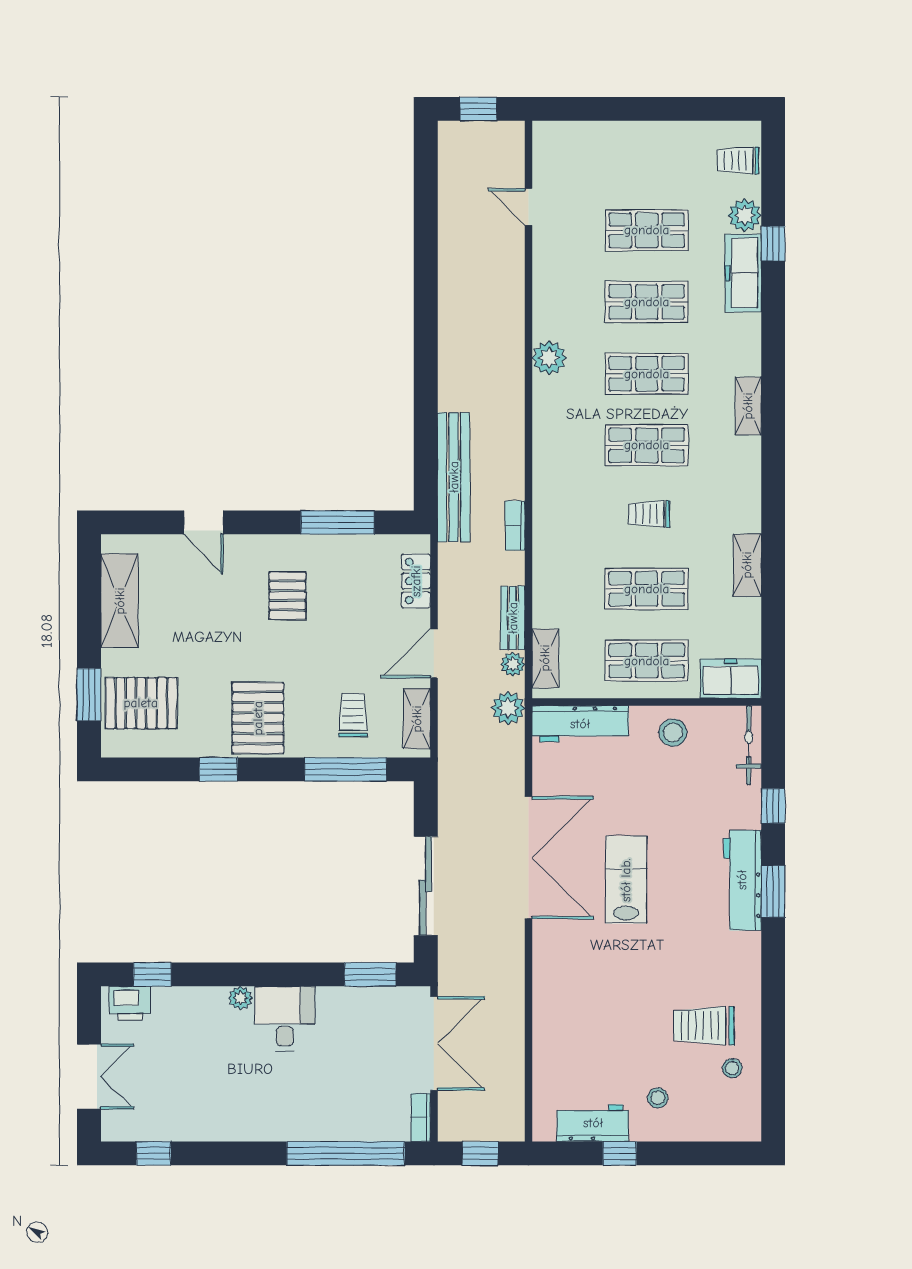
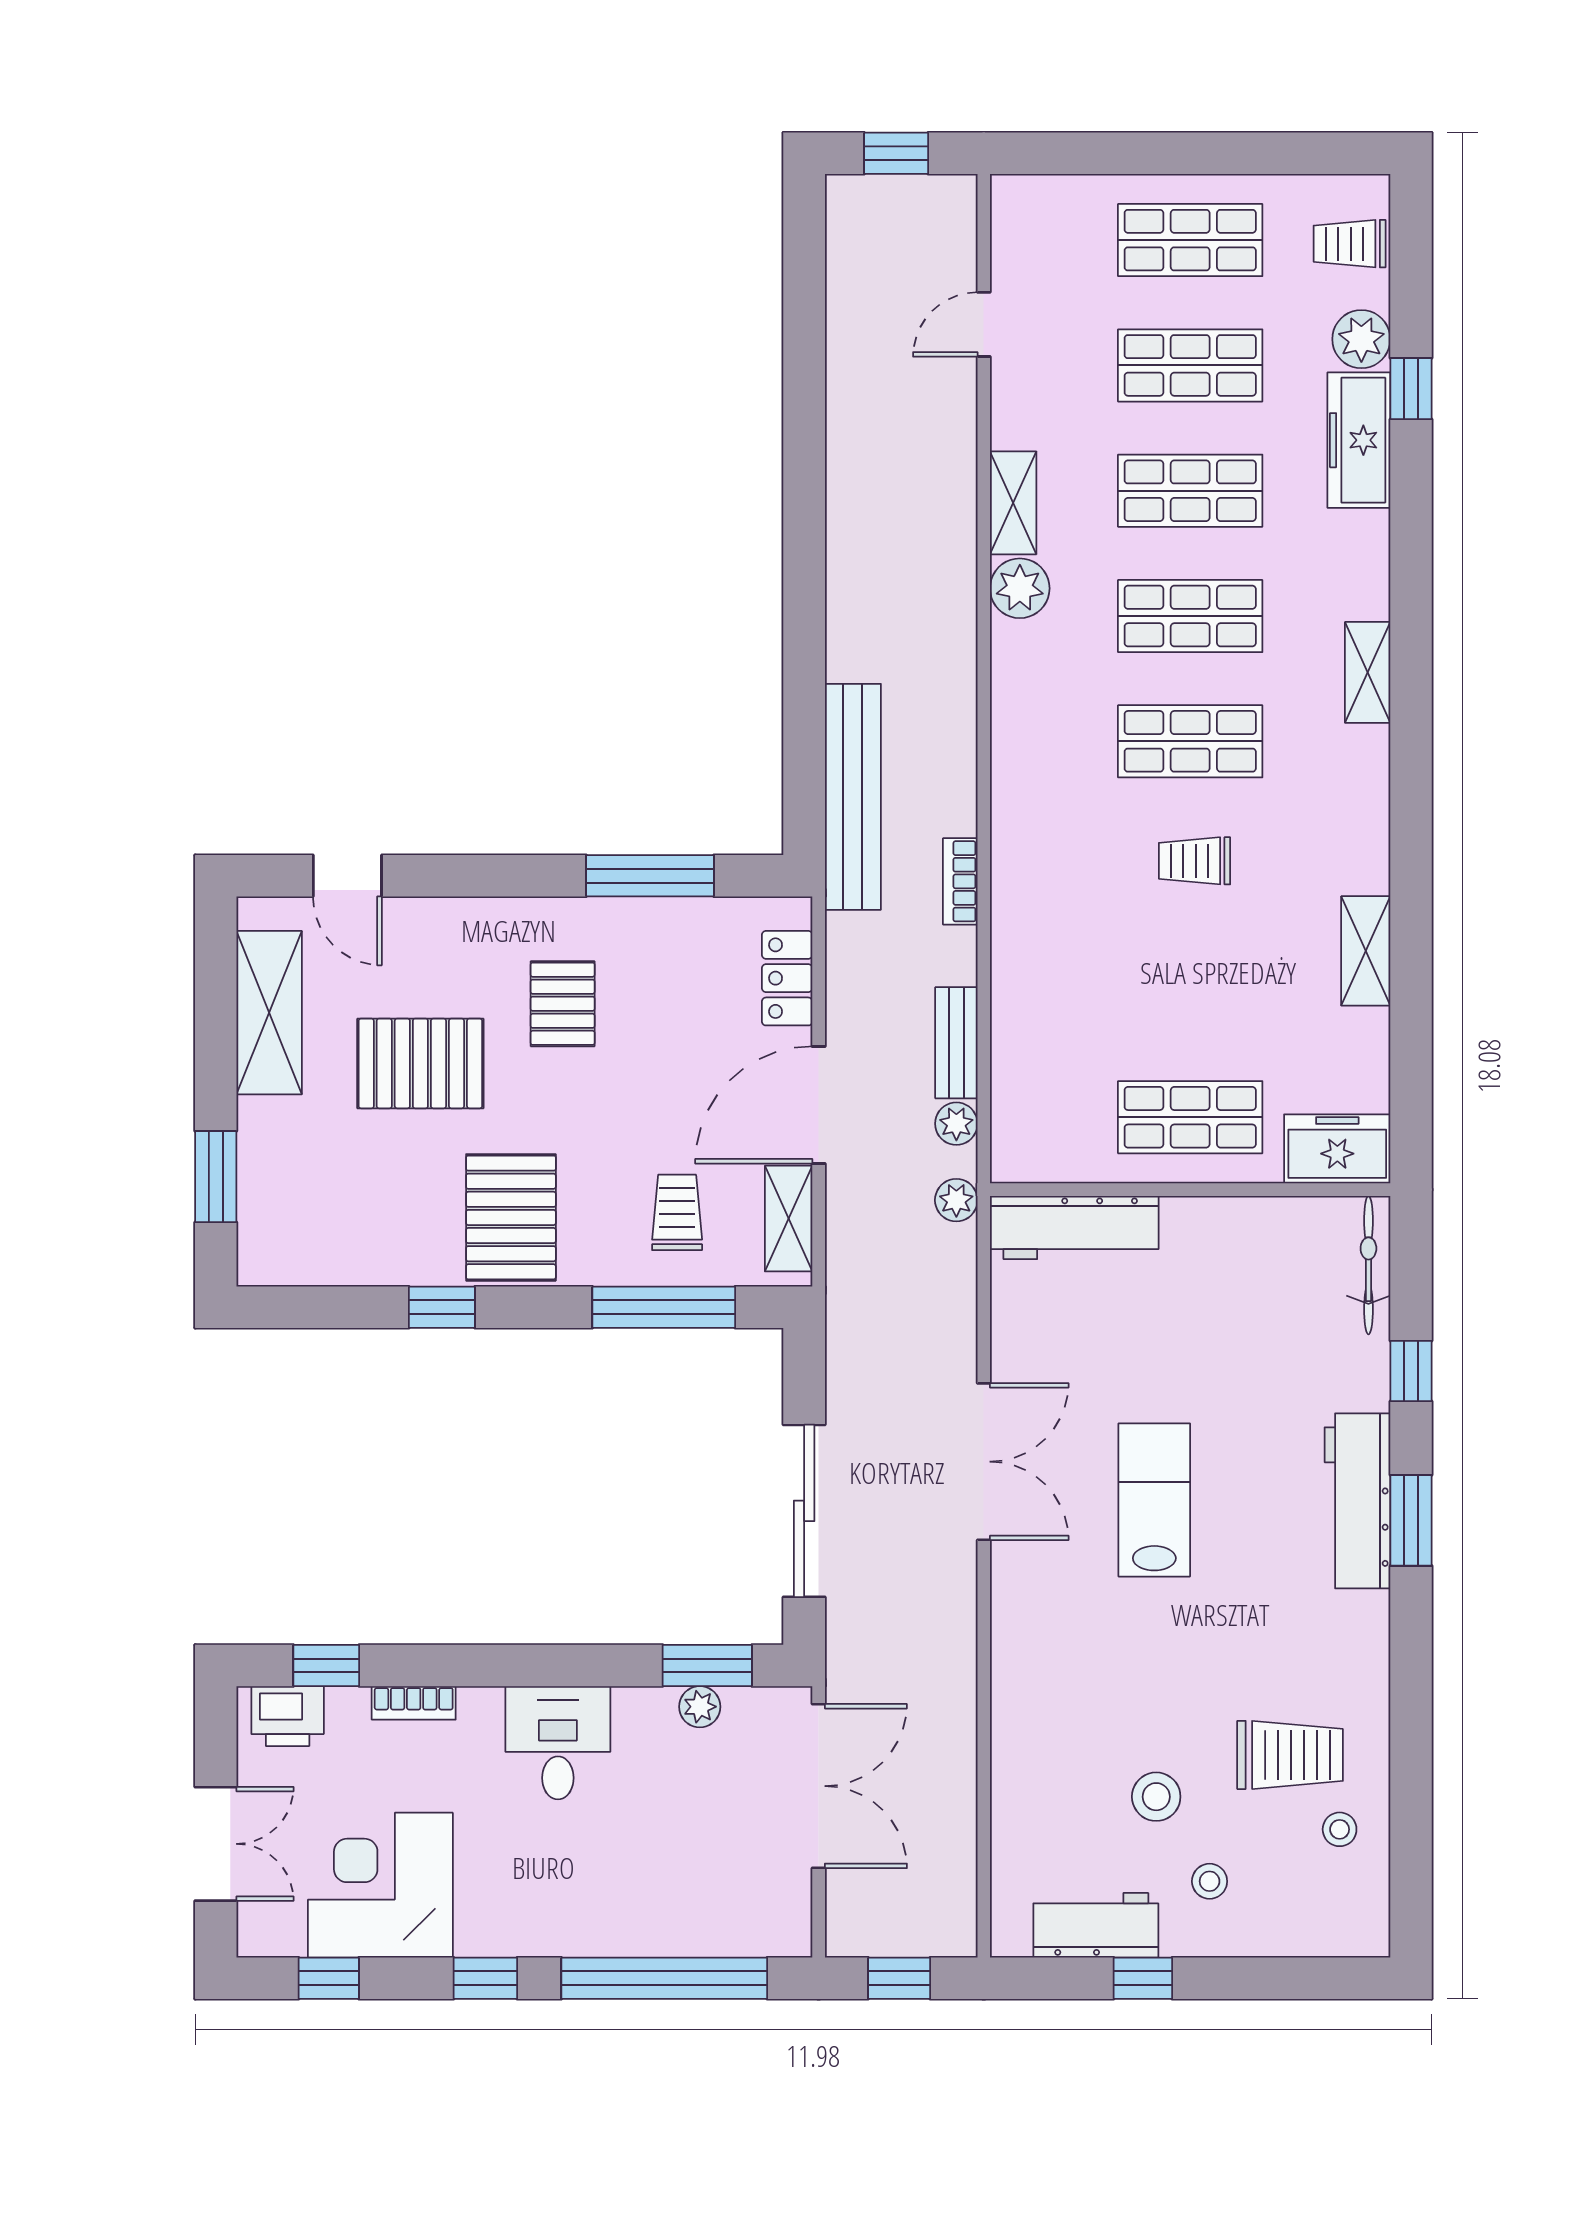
door: (529, 207) -> (984, 324), hinge flipped
door: (204, 522) -> (347, 876), moved
shop shelf: (647, 589) -> (1190, 240), moved
door: (434, 654) -> (819, 1105), width x1.36
shelving: (545, 658) -> (1013, 503), moved
pallet: (141, 703) -> (420, 1063), moved
plant: (508, 708) -> (956, 1200), width x0.73, depth x0.73
stool: (673, 733) -> (1156, 1797), moved
double door: (529, 858) -> (984, 1462), width x0.73
plant: (240, 998) -> (700, 1707), moved
trolley: (704, 1026) -> (1290, 1755), turned 180
corner desk: (183, 1100) -> (380, 1885), added
bookcase: (421, 1118) -> (414, 1703), moved, turned -90
window: (243, 1153) -> (485, 1978), added

